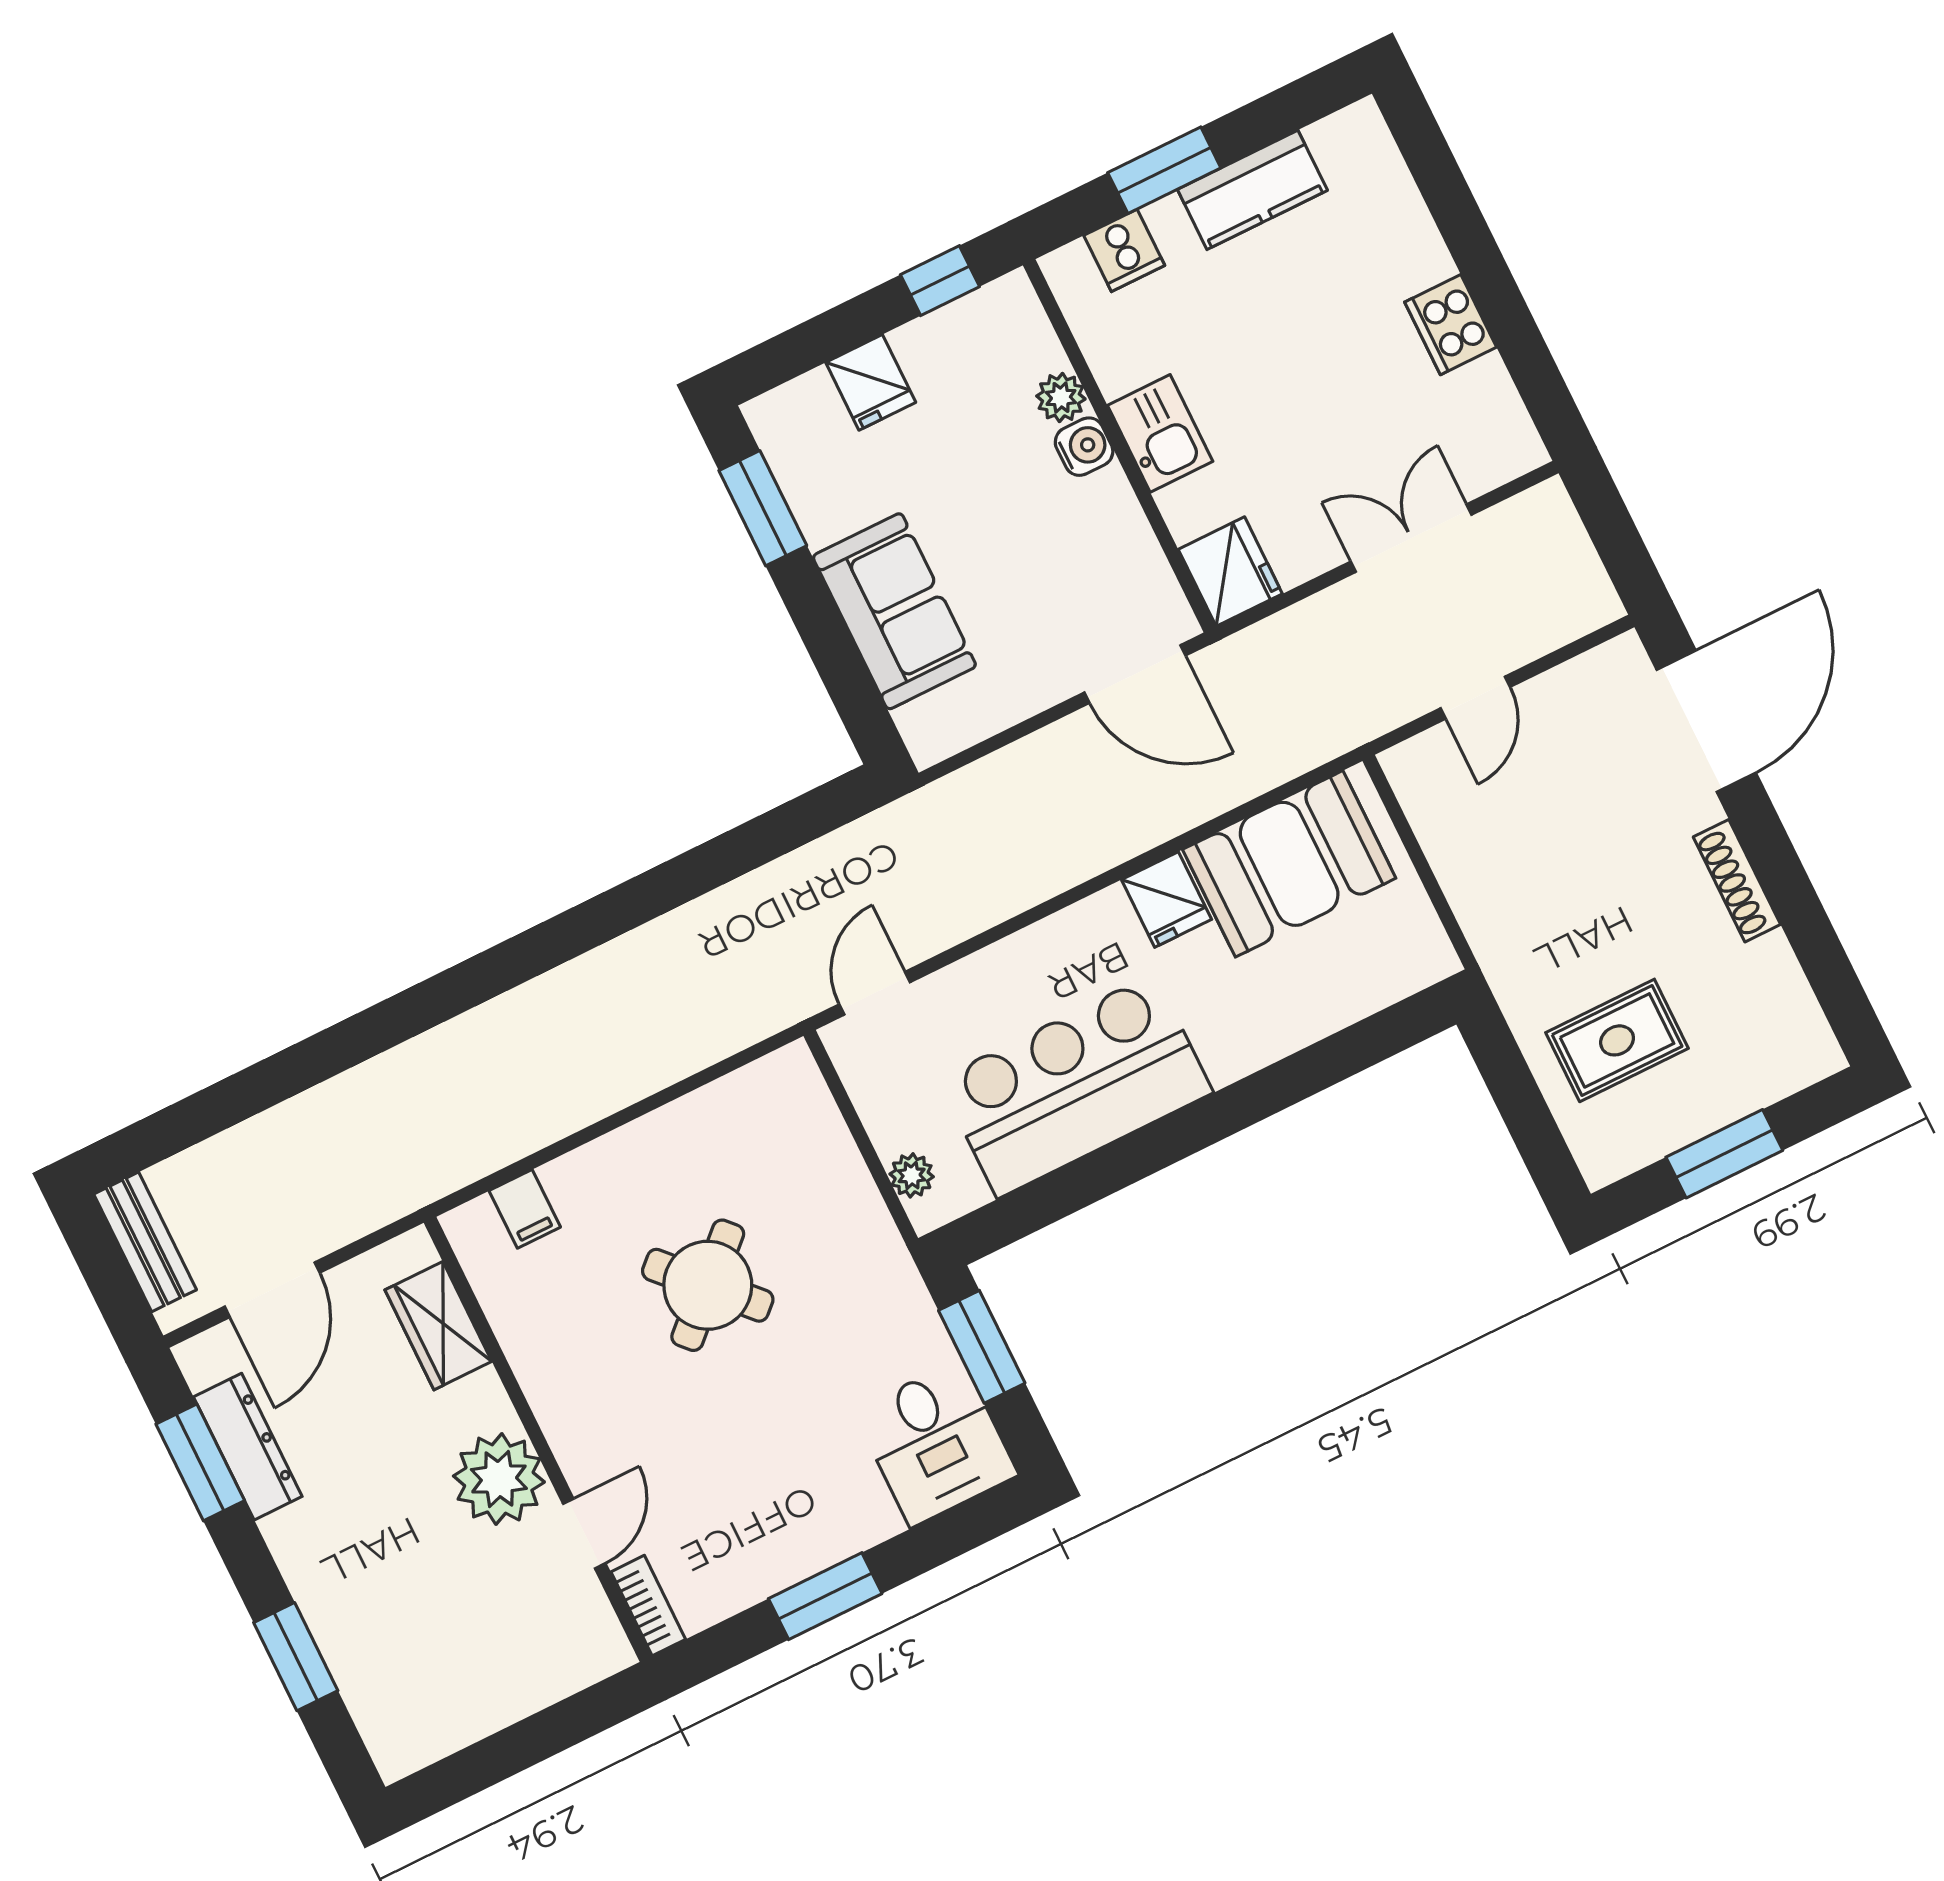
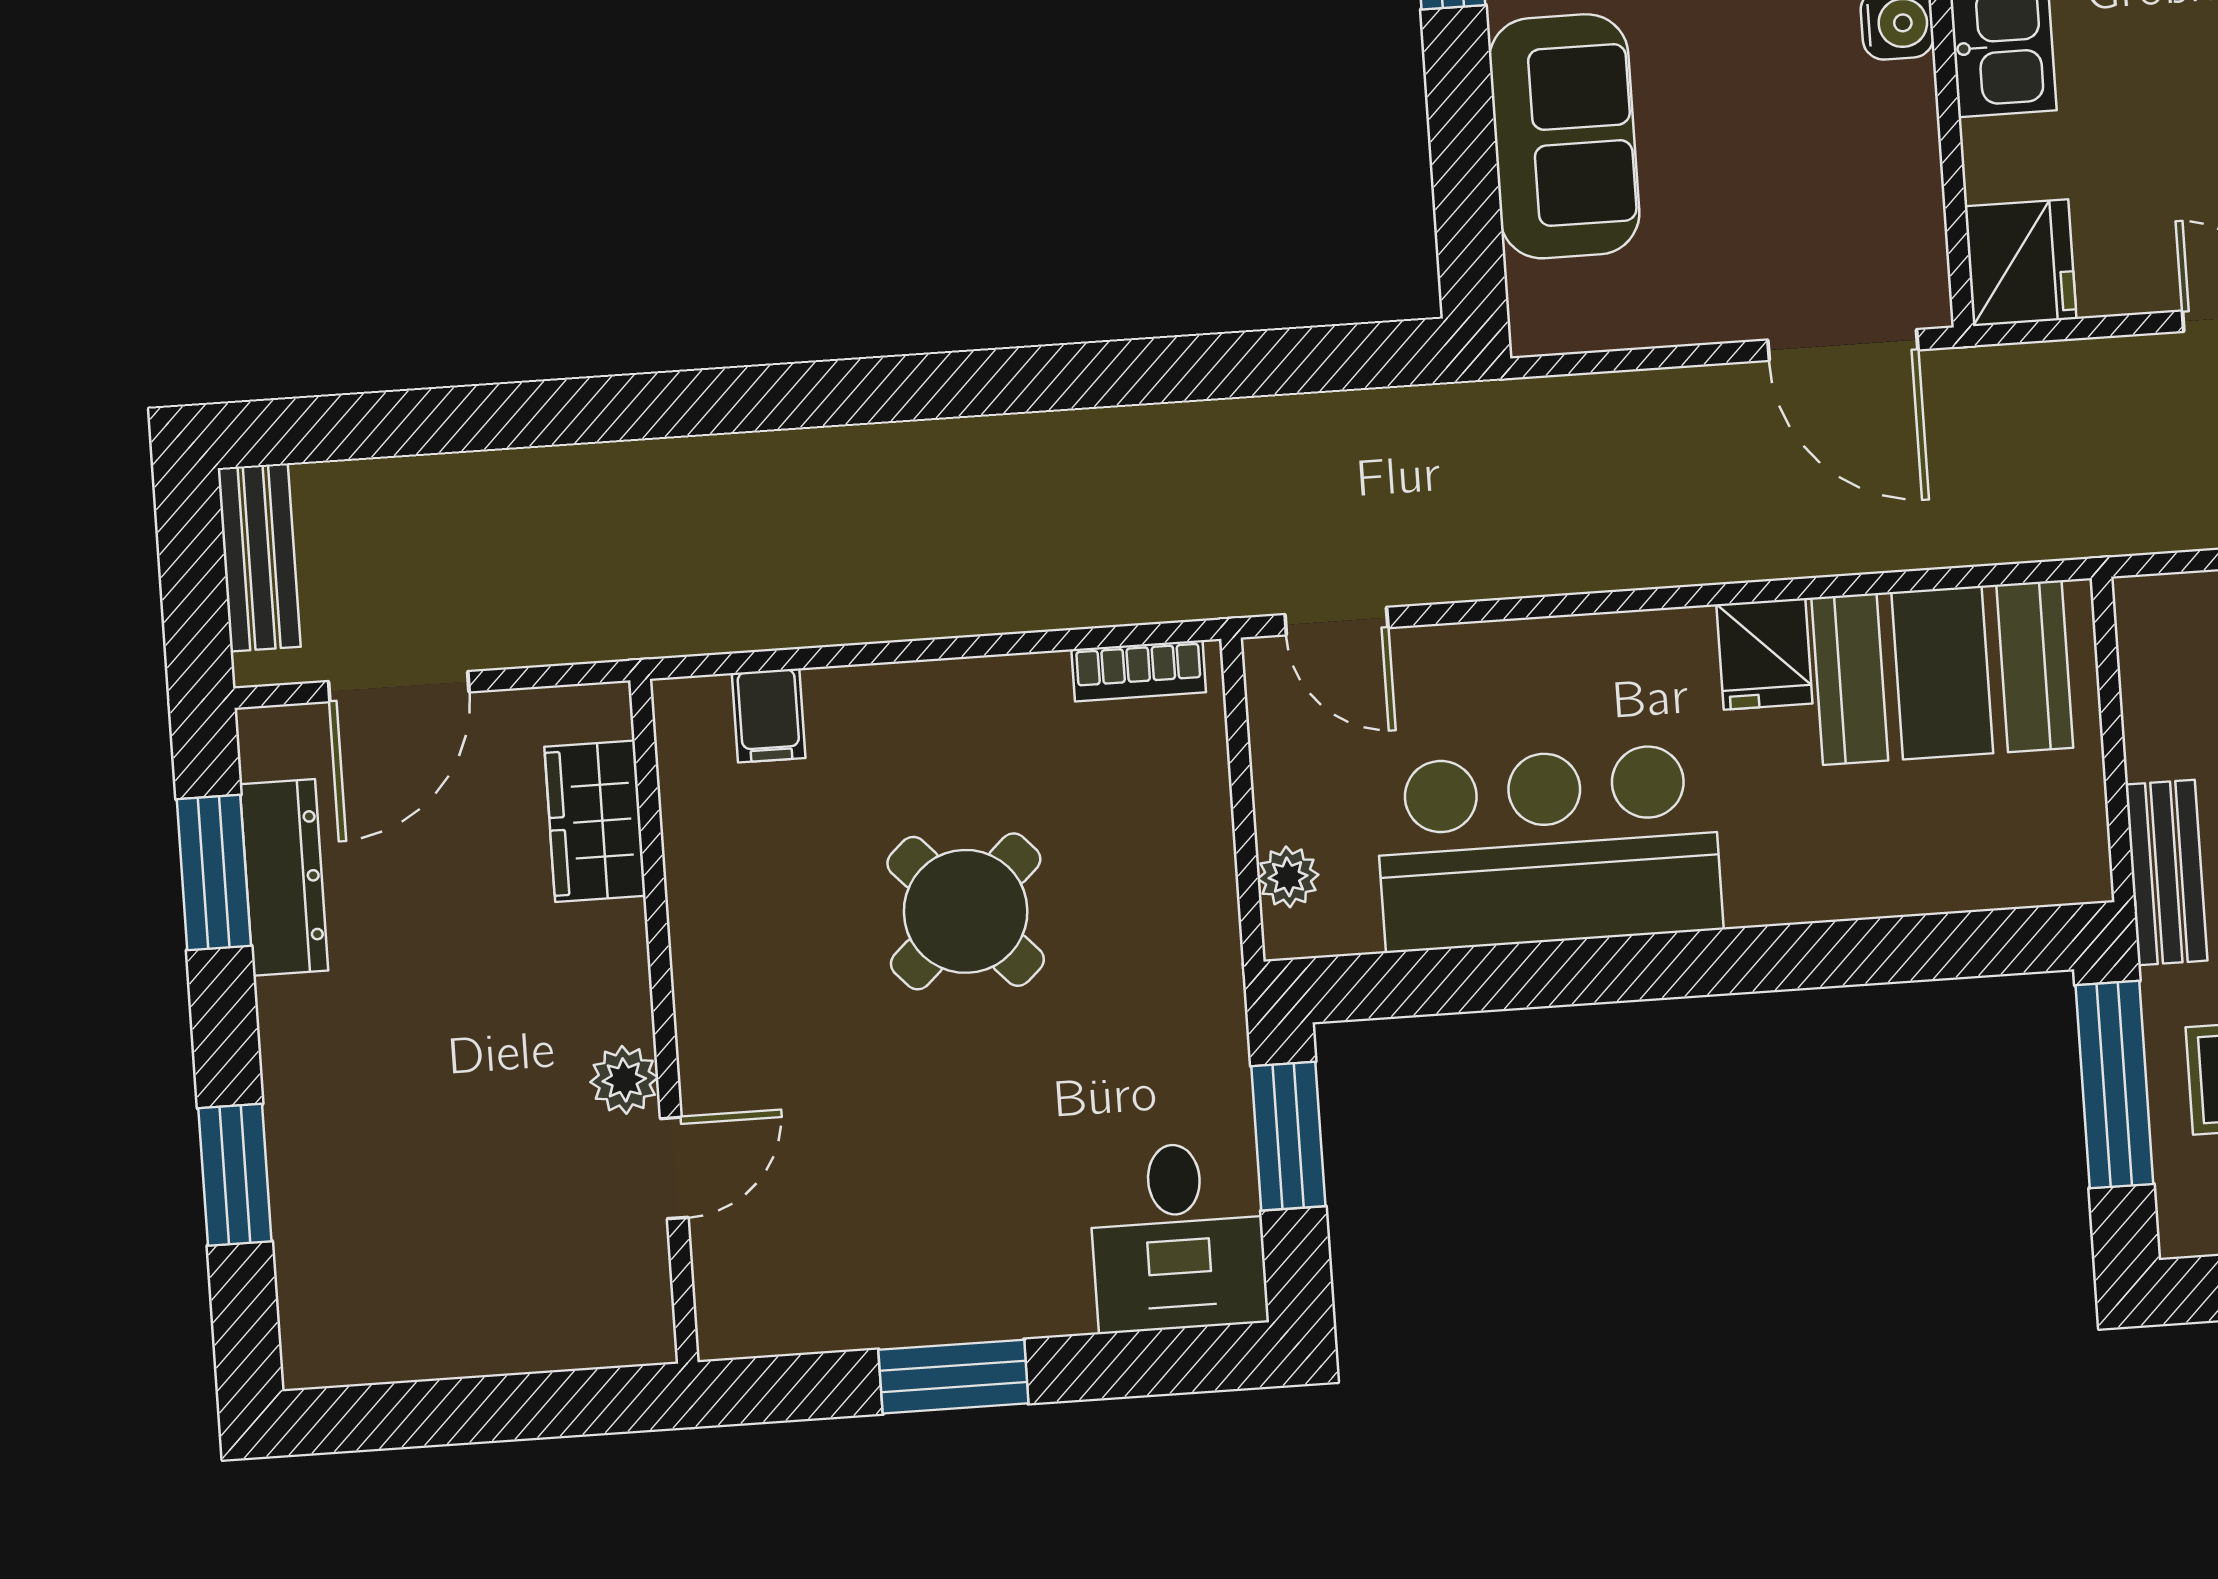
bench: (1491, 936) -> (2166, 873), added
door: (875, 993) -> (1336, 621), swing flipped
window: (1514, 1090) -> (2114, 1085), added
plant: (499, 1479) -> (624, 1080), width x0.53, depth x0.53
bookcase: (648, 1606) -> (1139, 671), moved, turned 90

